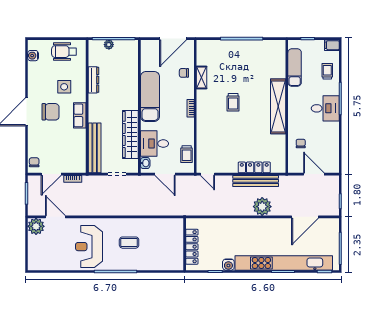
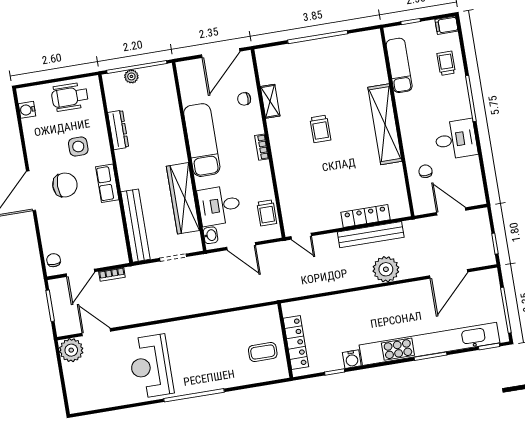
desk: (325, 108) -> (456, 139), moved
coffee table: (129, 243) -> (263, 352), moved

